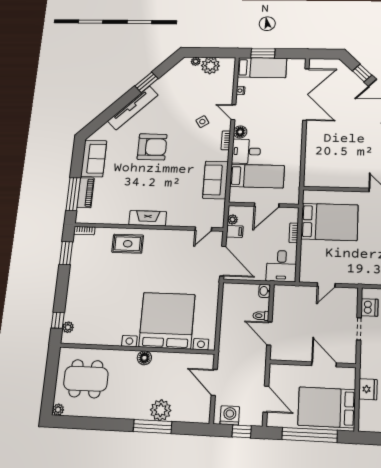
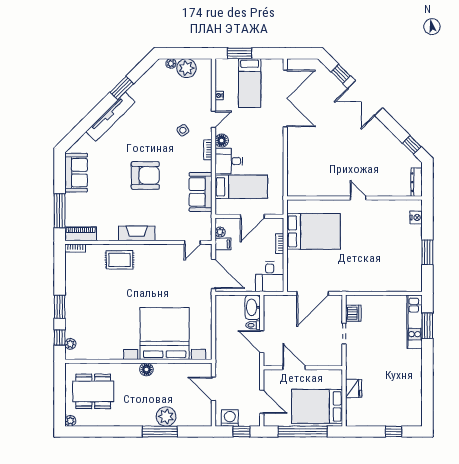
bed: (262, 68) -> (250, 83), moved, turned 90
door: (233, 112) -> (213, 119), swing flipped
armchair: (152, 147) -> (145, 175), moved
piano: (86, 193) -> (81, 234), moved, turned -90
window: (66, 253) -> (60, 307), moved
door: (326, 285) -> (313, 293), width x1.88
washbasin: (265, 291) -> (253, 307), width x1.91, depth x1.45
door: (324, 364) -> (294, 368), moved

